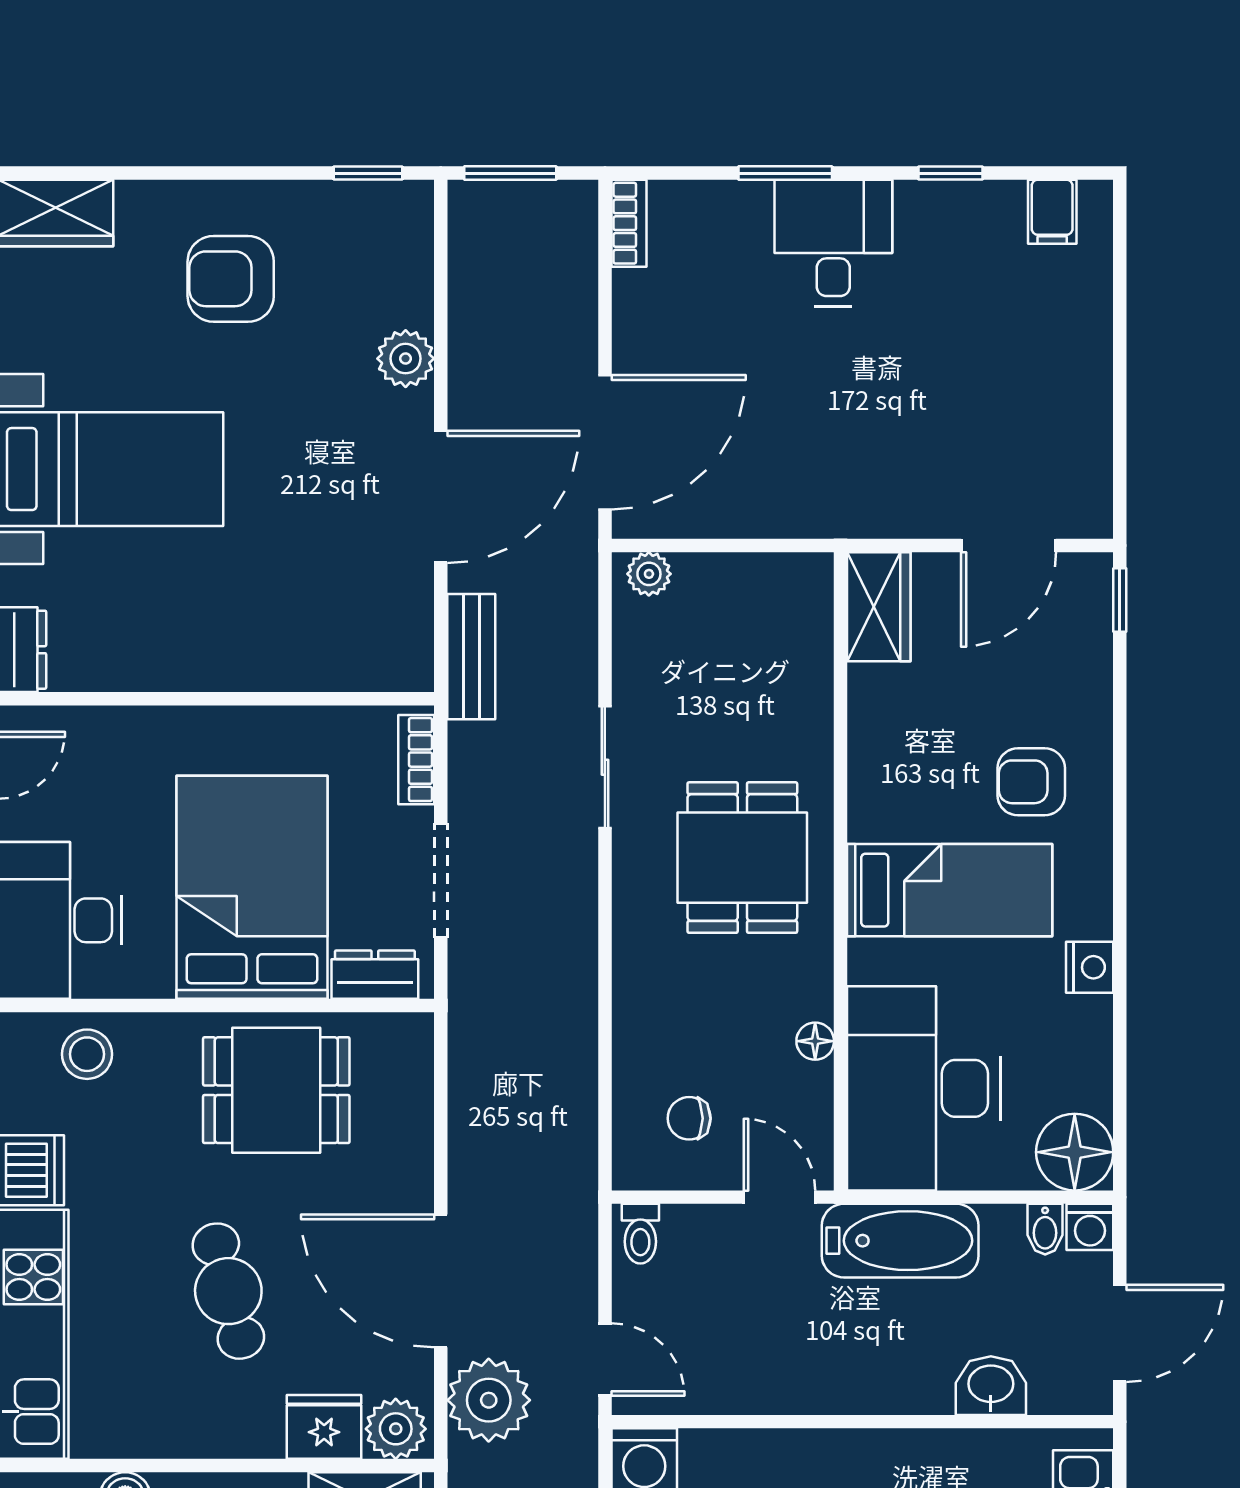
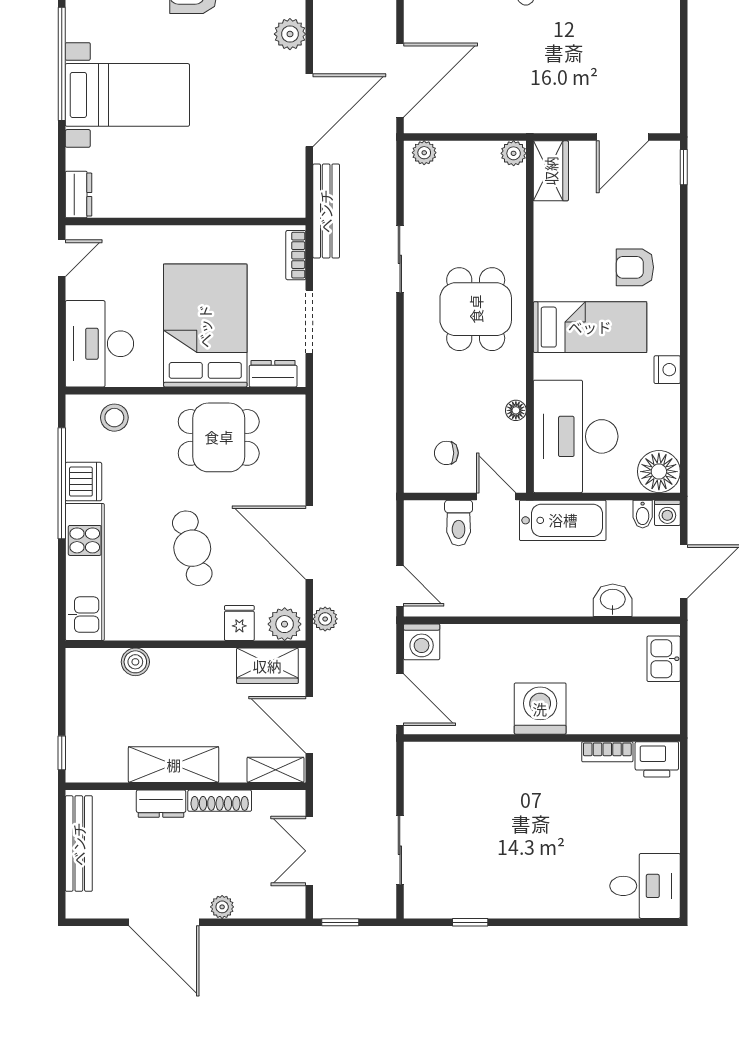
plant: (811, 575) -> (514, 153), added
bench: (471, 657) -> (326, 211), width x1.36
toilet: (640, 1234) -> (459, 523), moved, width x1.37, depth x1.39
plant: (489, 1400) -> (325, 619), width x0.53, depth x0.53
fridge: (324, 1427) -> (239, 623), width x0.72

